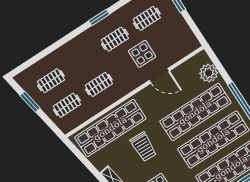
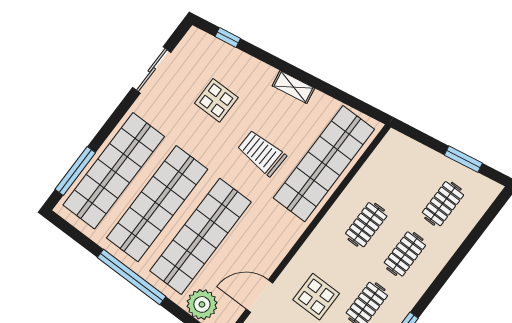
door: (159, 76) -> (259, 296), moved
clothes rail: (67, 105) -> (405, 254), moved

